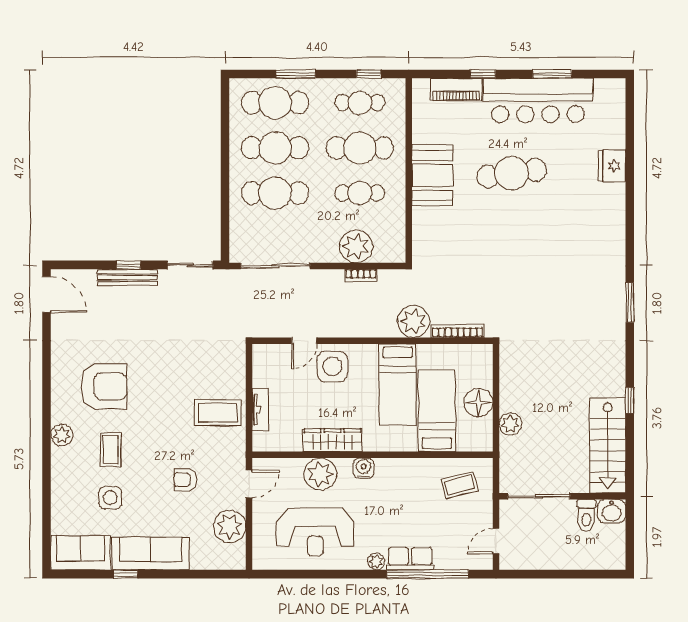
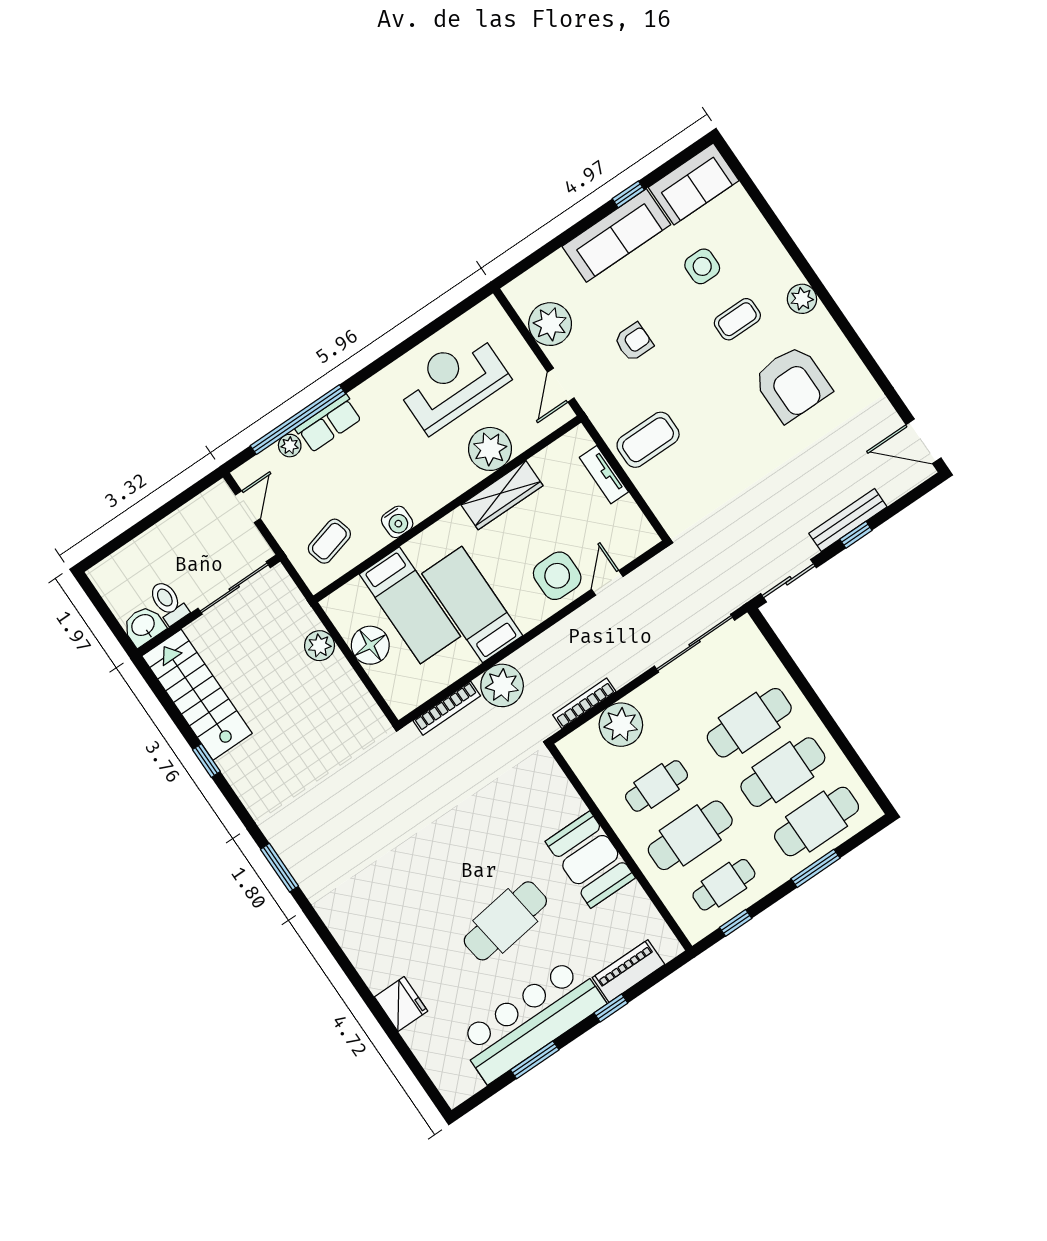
bookcase: (361, 275) -> (584, 703), width x1.56
armchair: (104, 386) -> (792, 384), turned -90
coffee table: (111, 450) -> (737, 319), turned 90
water cooler: (364, 468) -> (397, 522), moved
plant: (376, 562) -> (290, 446), moved

